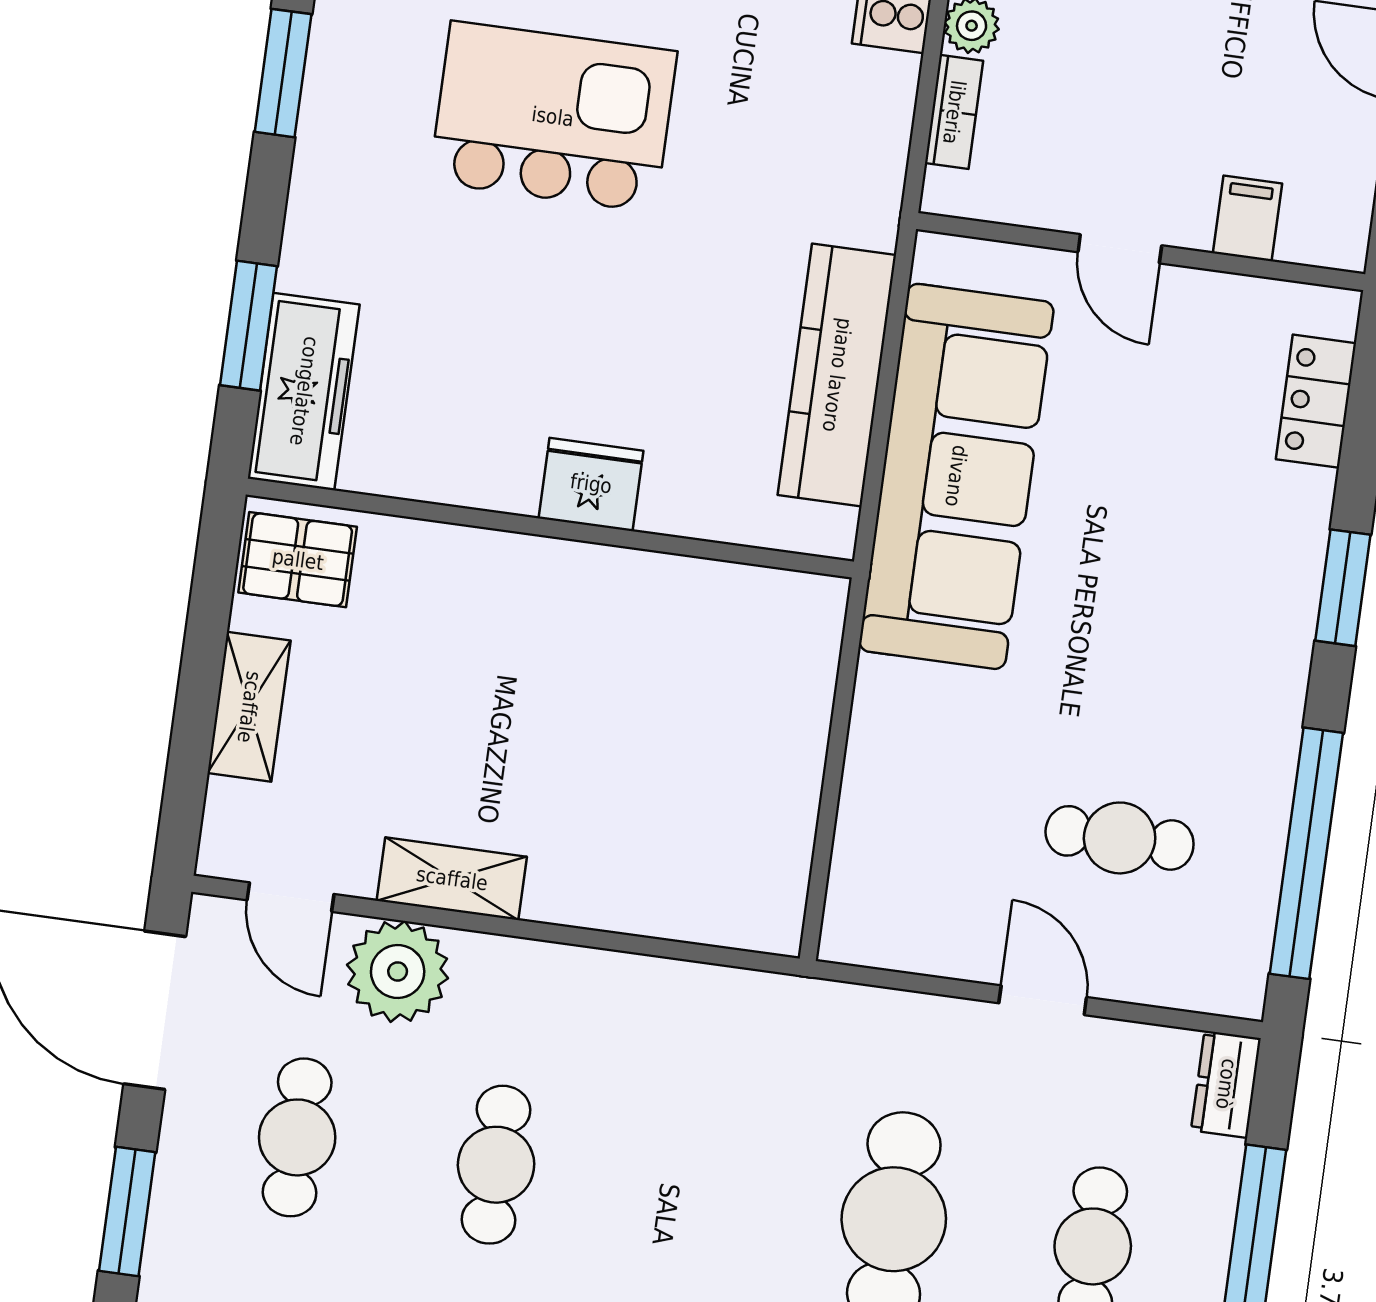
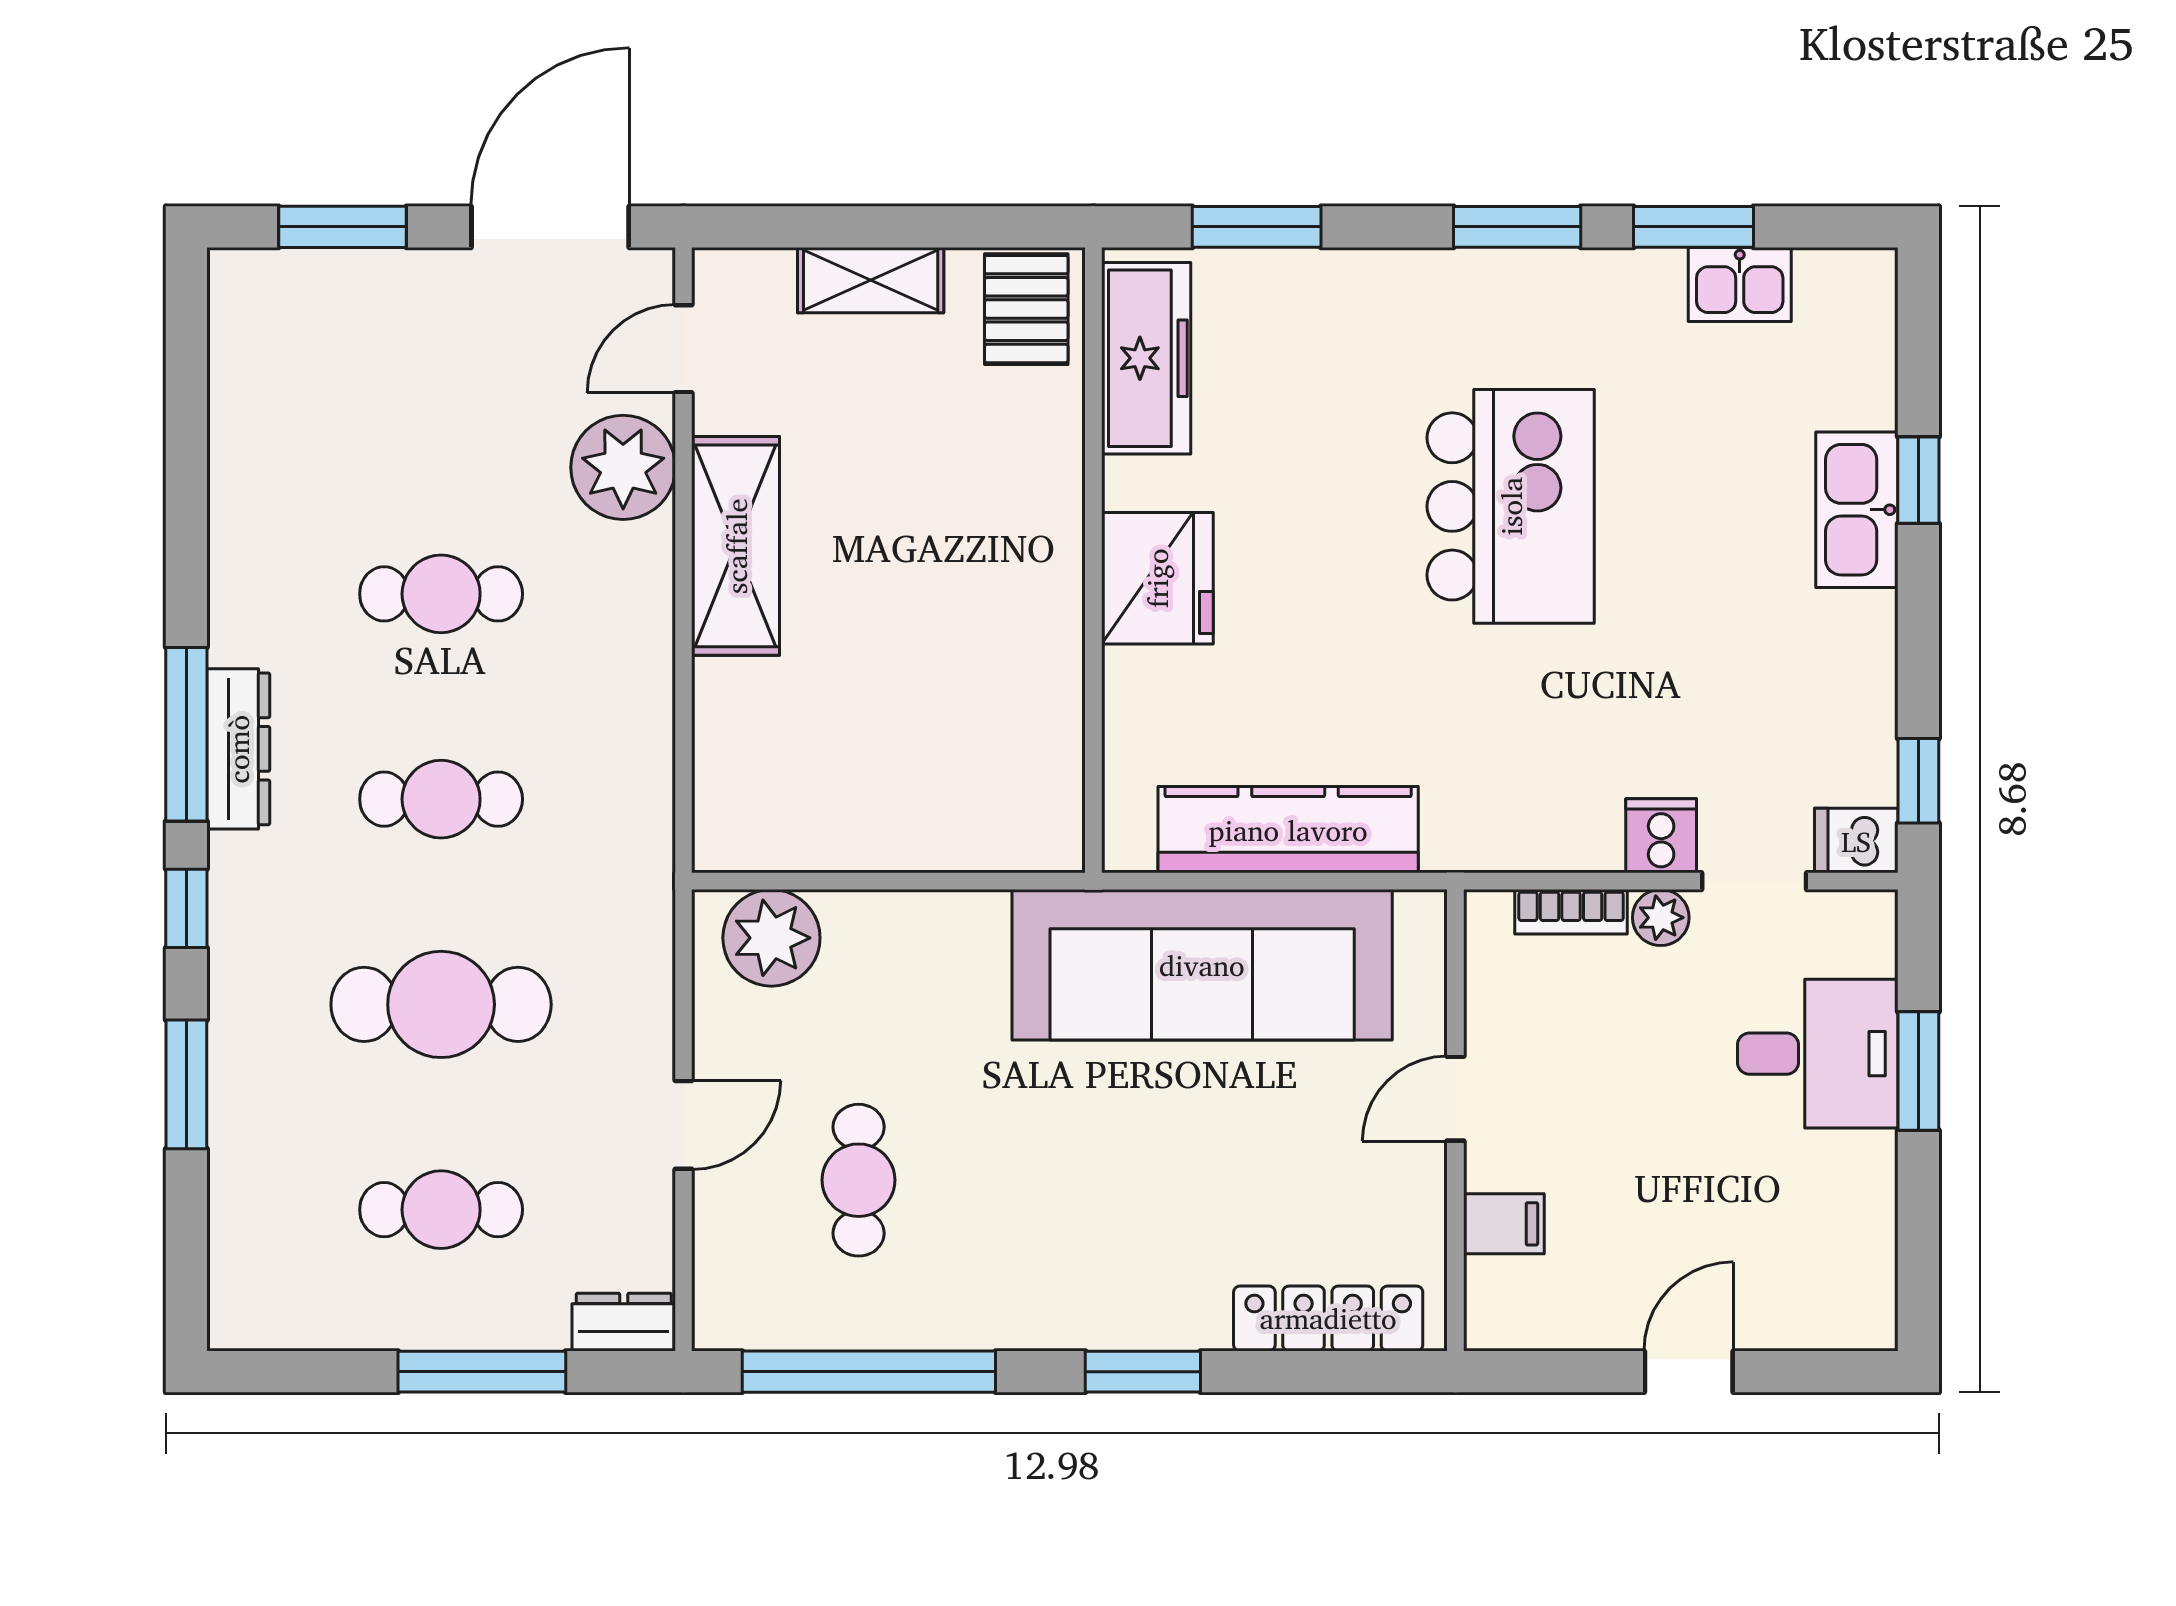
freezer: (304, 391) -> (1146, 358), moved, turned -90
locker: (1316, 401) -> (1328, 1318), width x1.53
fridge: (591, 484) -> (1157, 578), width x1.36, depth x1.34
shelving: (452, 879) -> (736, 546), width x1.50, depth x1.33
plant: (873, 890) -> (771, 938), added
cafe table: (297, 1137) -> (441, 799), moved

